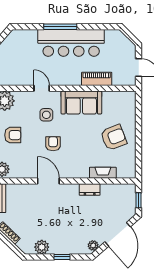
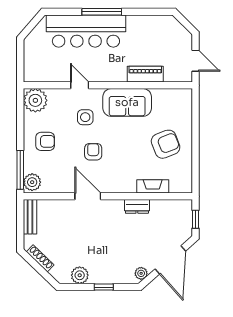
bar counter: (71, 43) -> (86, 31), moved

